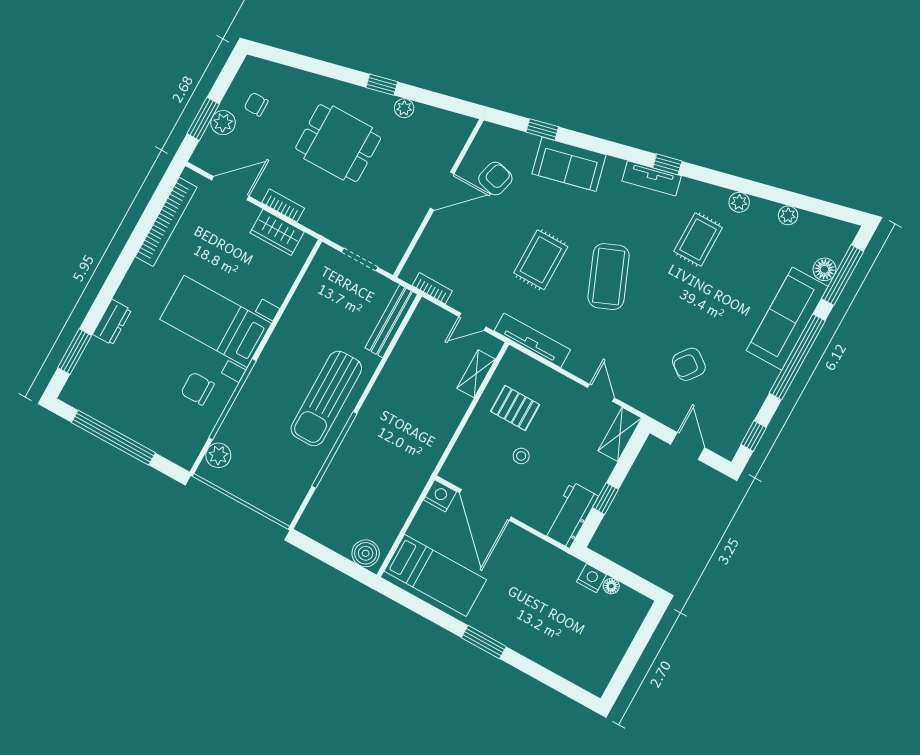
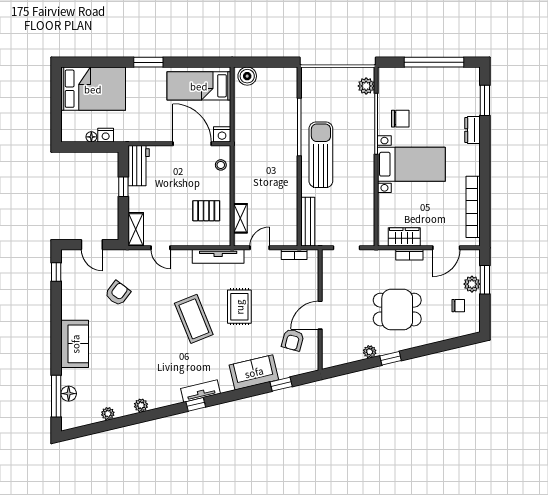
rug: (698, 240) -> (153, 370), removed
sofa: (787, 319) -> (75, 344), width x0.73
window: (797, 357) -> (56, 333), removed
stool: (521, 456) -> (221, 165), moved
bed: (574, 647) -> (93, 89), added

